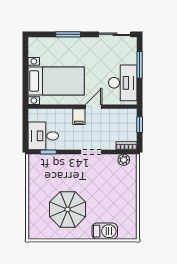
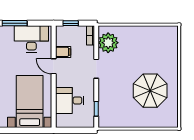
filing cabinet: (79, 117) -> (63, 52), moved
desk: (43, 136) -> (70, 100), moved, turned 90
plant: (124, 160) -> (108, 43), width x1.87, depth x1.87
barbecue: (105, 231) -> (170, 56), removed

